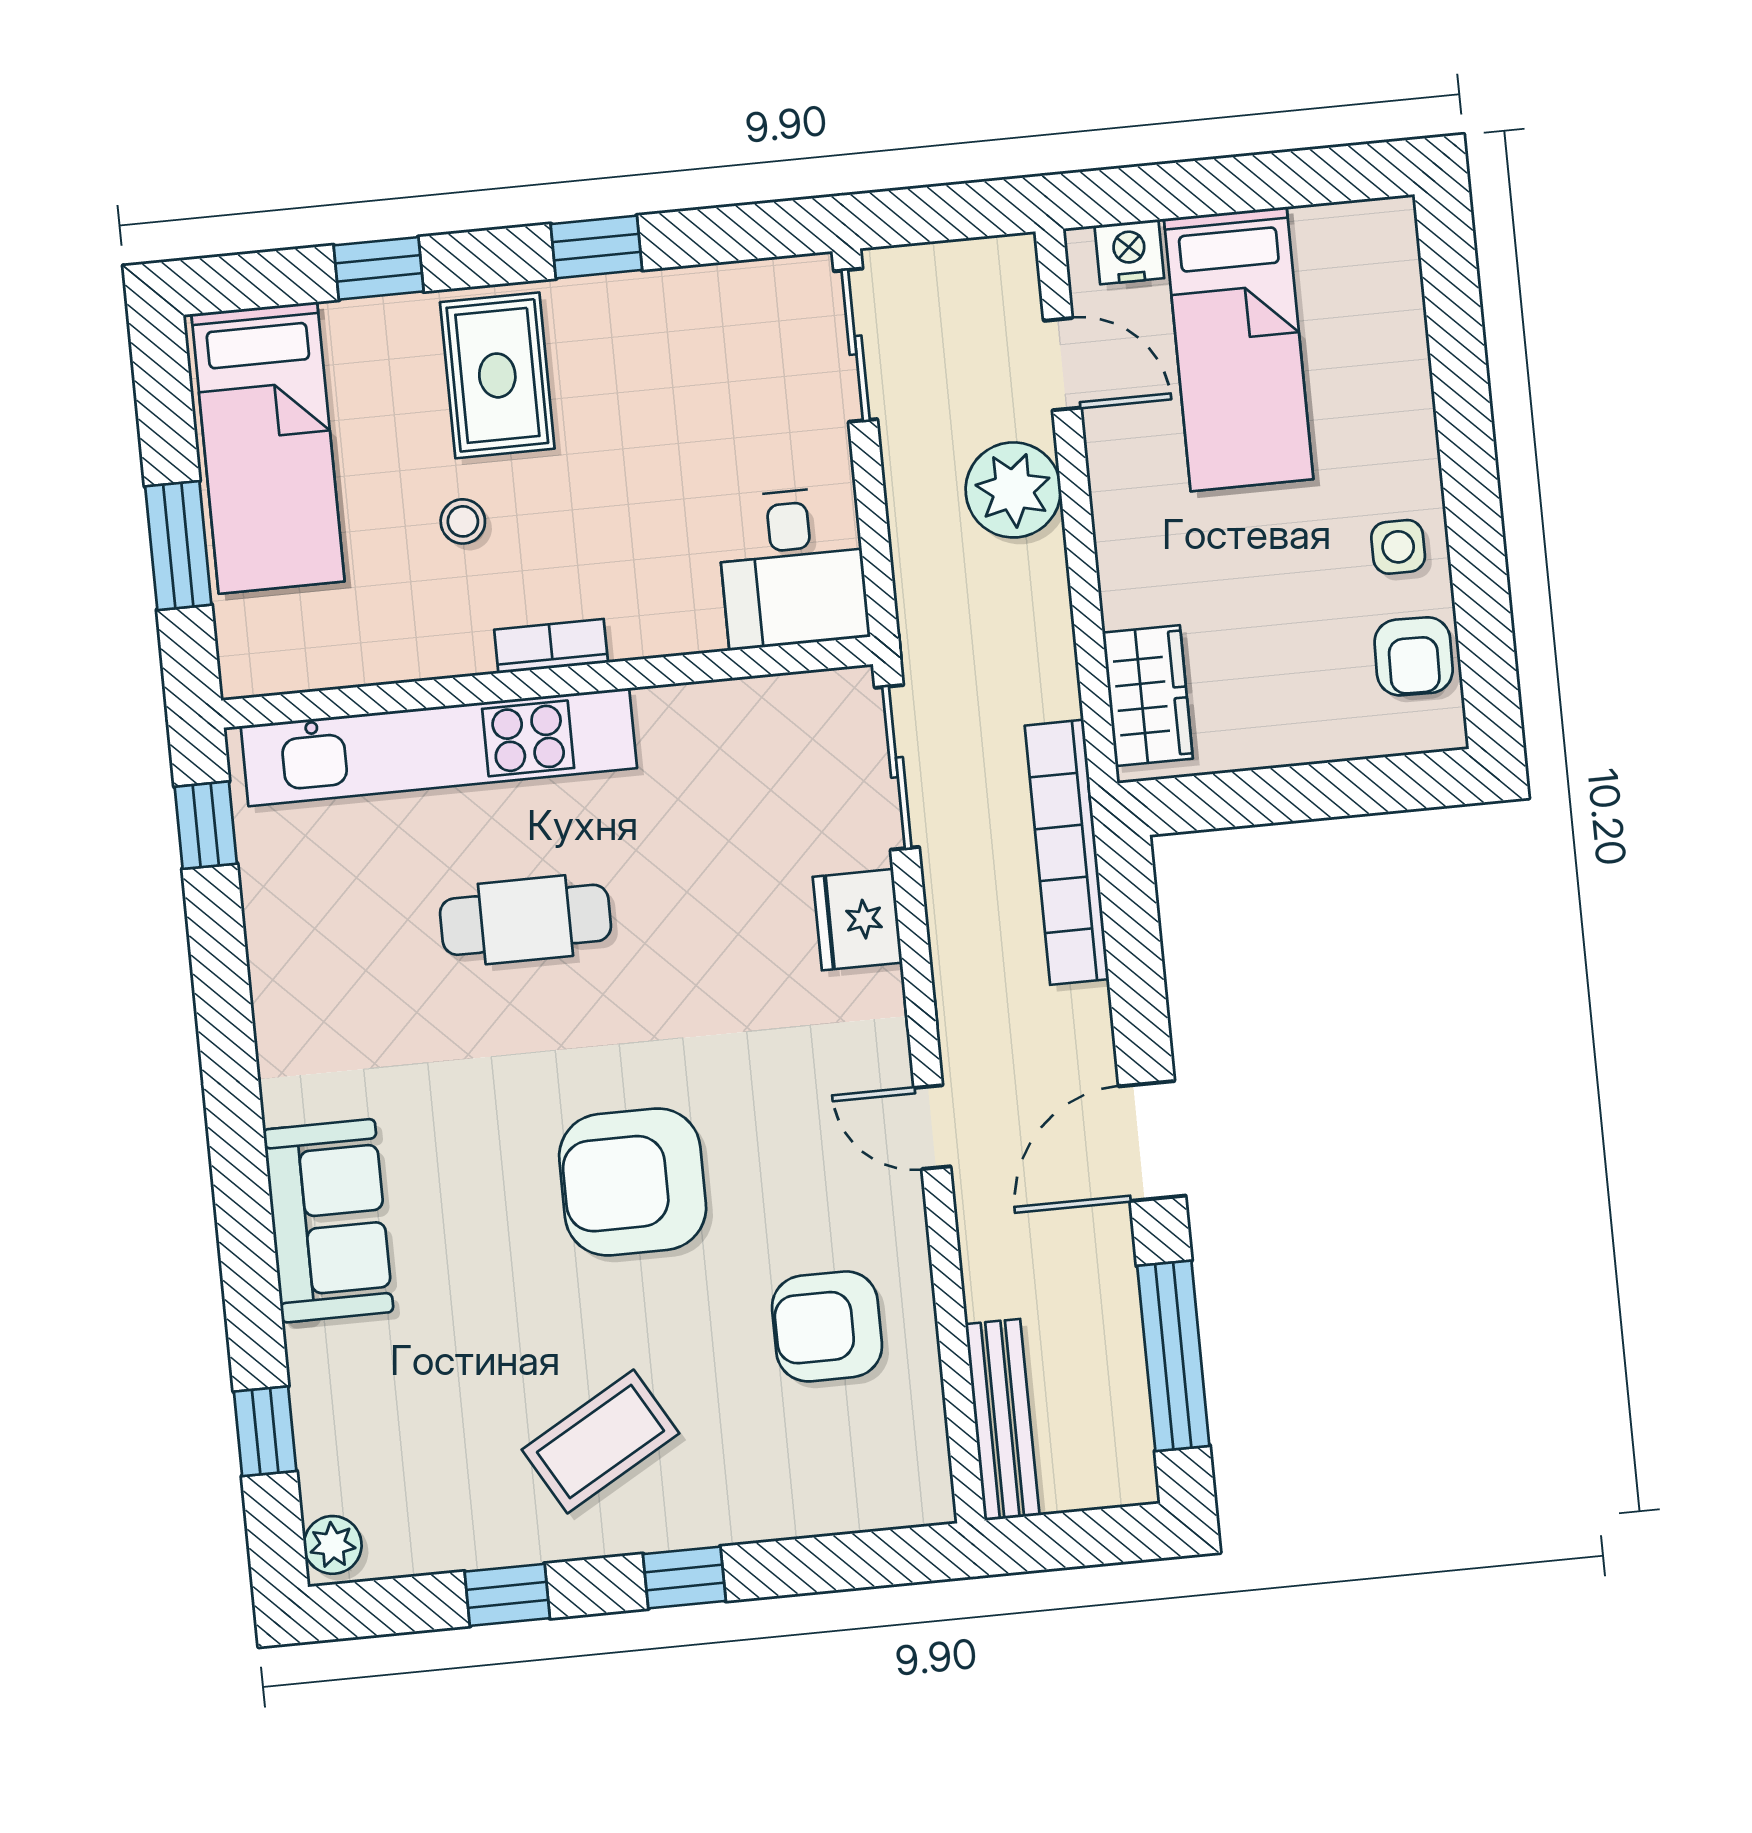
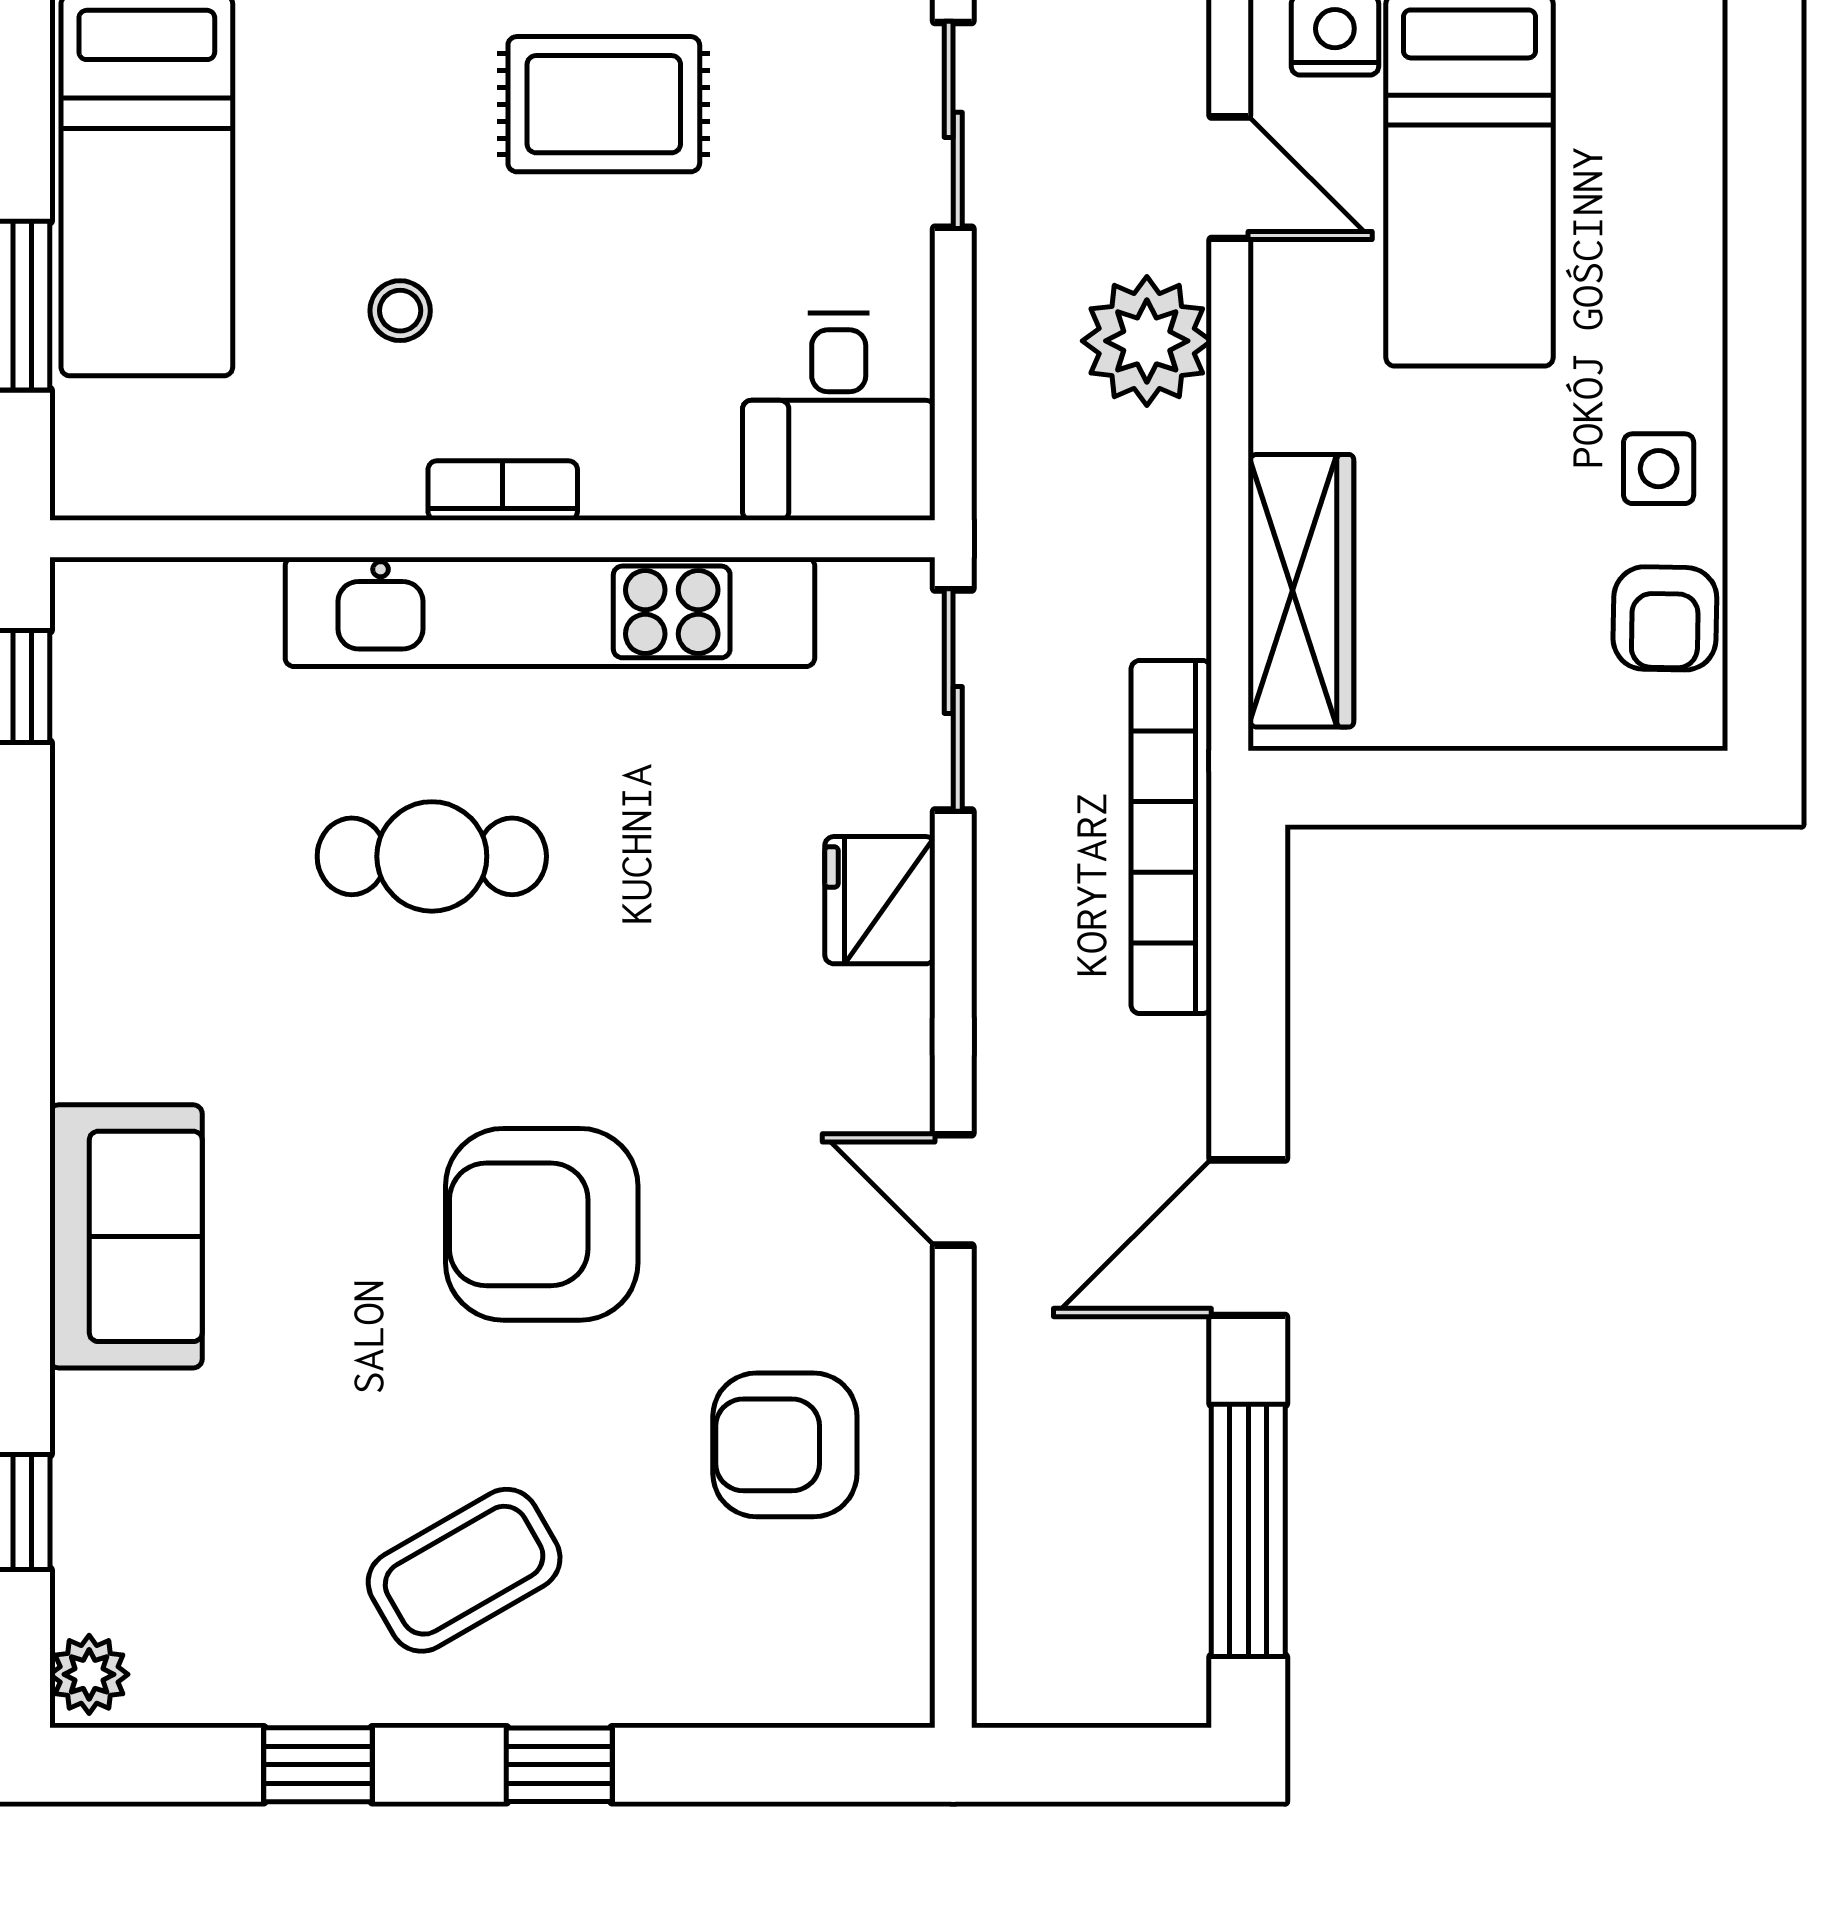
rug: (497, 375) -> (604, 104), moved, turned 90
wardrobe: (1148, 696) -> (1301, 591), width x1.50
kitchen unit: (439, 747) -> (550, 612), moved
bench: (1002, 1420) -> (1009, 1594), removed

